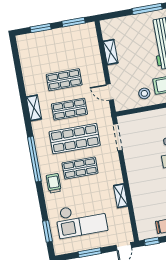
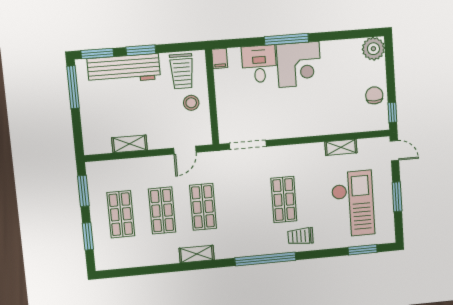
shop shelf: (75, 139) -> (121, 214), moved, width x0.70, depth x0.74
shelving: (121, 196) -> (341, 147), moved

